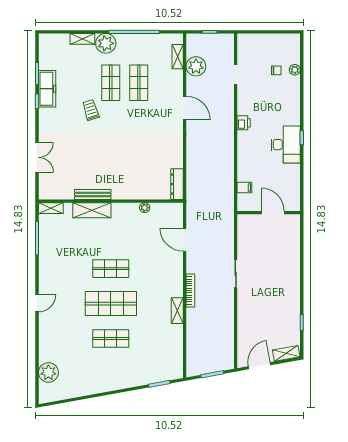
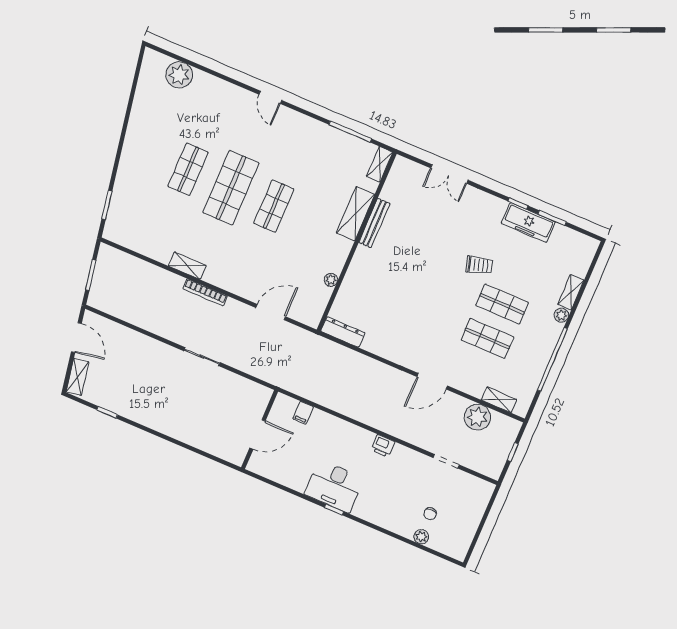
plant: (106, 43) -> (561, 315), width x0.53, depth x0.53

